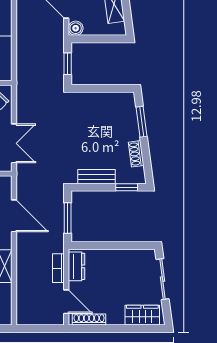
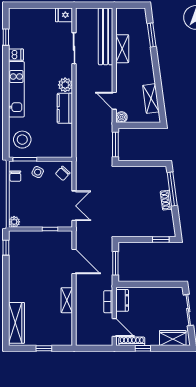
window: (68, 64) -> (115, 145), width x1.50
window: (142, 122) -> (172, 189), width x1.44
shoe rack: (136, 154) -> (166, 200), moved
bench: (96, 177) -> (138, 231), removed
window: (103, 329) -> (143, 348), added

